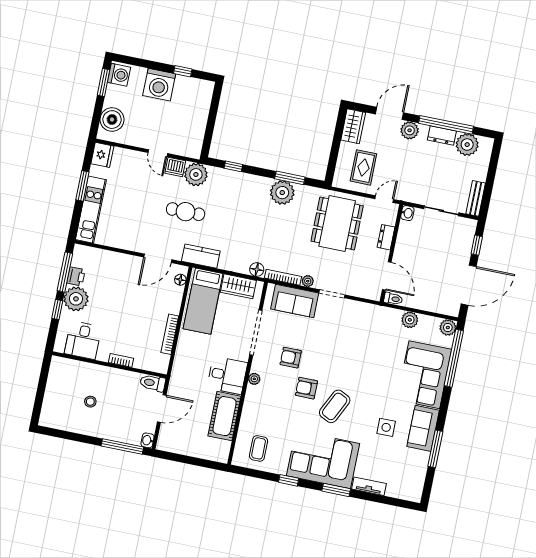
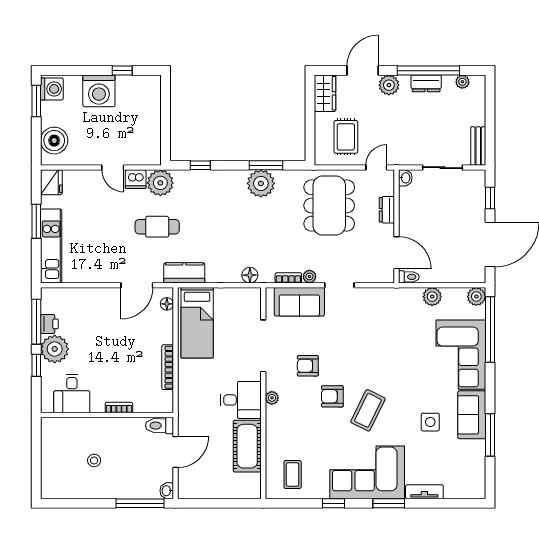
plant: (467, 145) -> (462, 82), width x0.53, depth x0.53
bookcase: (283, 277) -> (288, 278), width x0.64
wardrobe: (238, 286) -> (233, 298), removed

